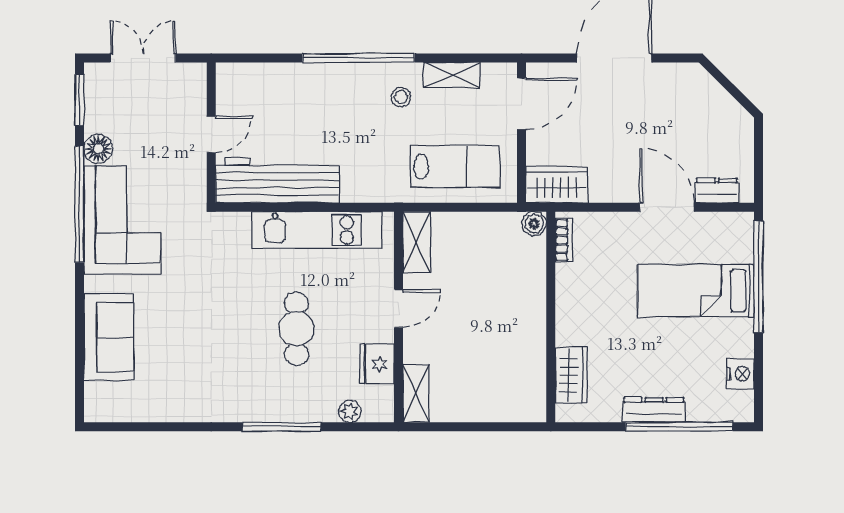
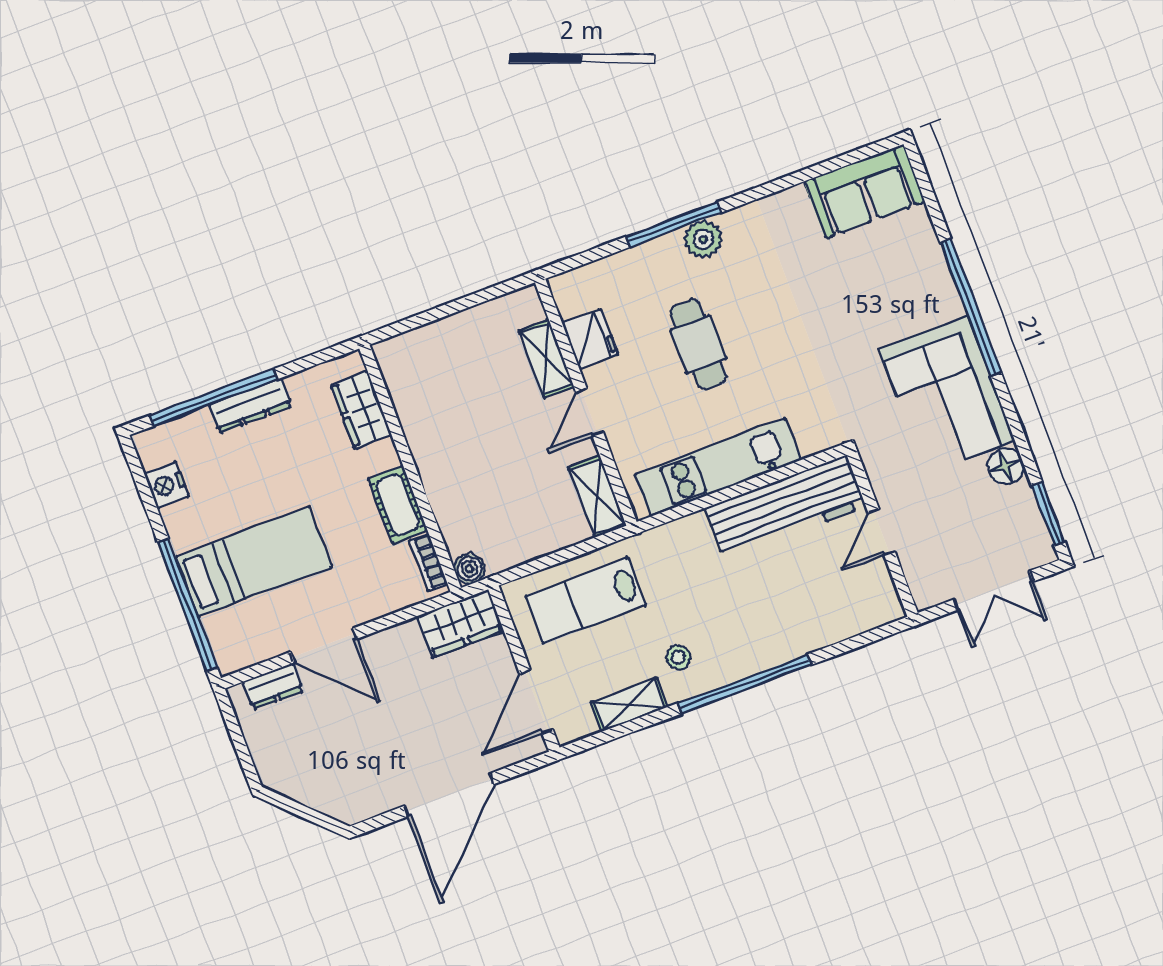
window: (79, 204) -> (971, 307), moved
cot: (570, 293) -> (398, 505), added
sofa: (109, 337) -> (864, 191), moved, turned -90
shelving: (416, 393) -> (546, 358), moved
plant: (350, 411) -> (703, 239), moved, width x1.38, depth x1.38

